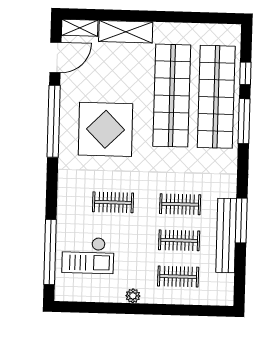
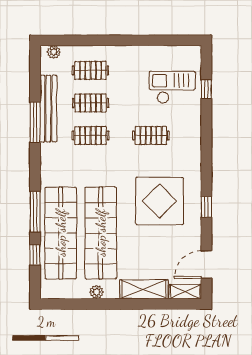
plant: (178, 30) -> (97, 292), added
window: (54, 121) -> (206, 207), width x0.32
window: (50, 252) -> (206, 89), width x0.32
plant: (133, 296) -> (54, 52), moved

